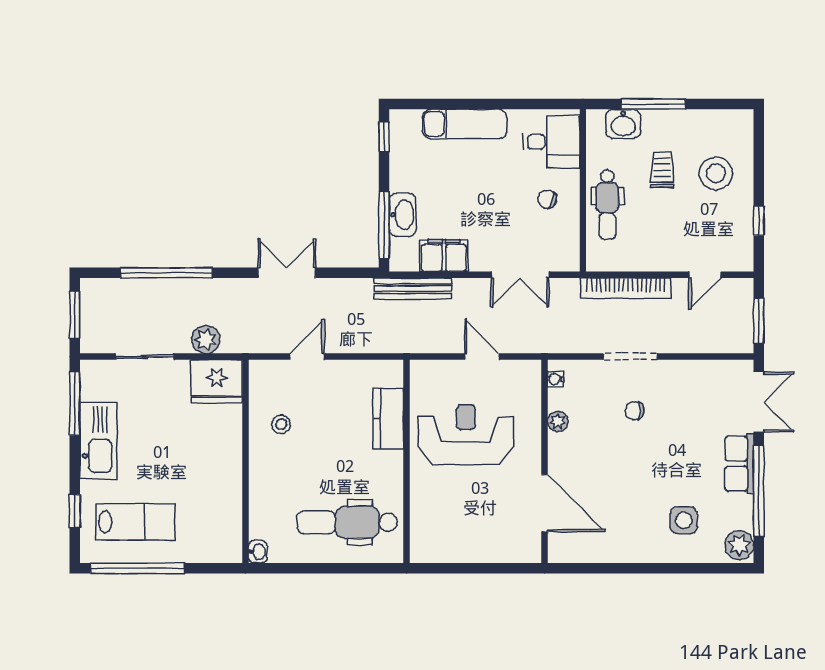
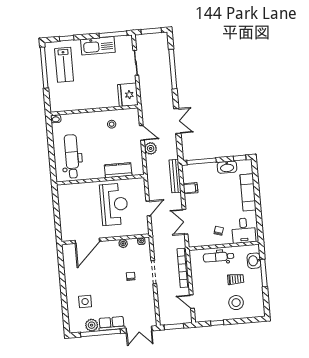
washbasin: (403, 215) -> (227, 167), moved
filing cabinet: (444, 256) -> (190, 188), width x0.50
plant: (206, 340) -> (151, 148), moved
plant: (739, 545) -> (92, 325), moved

